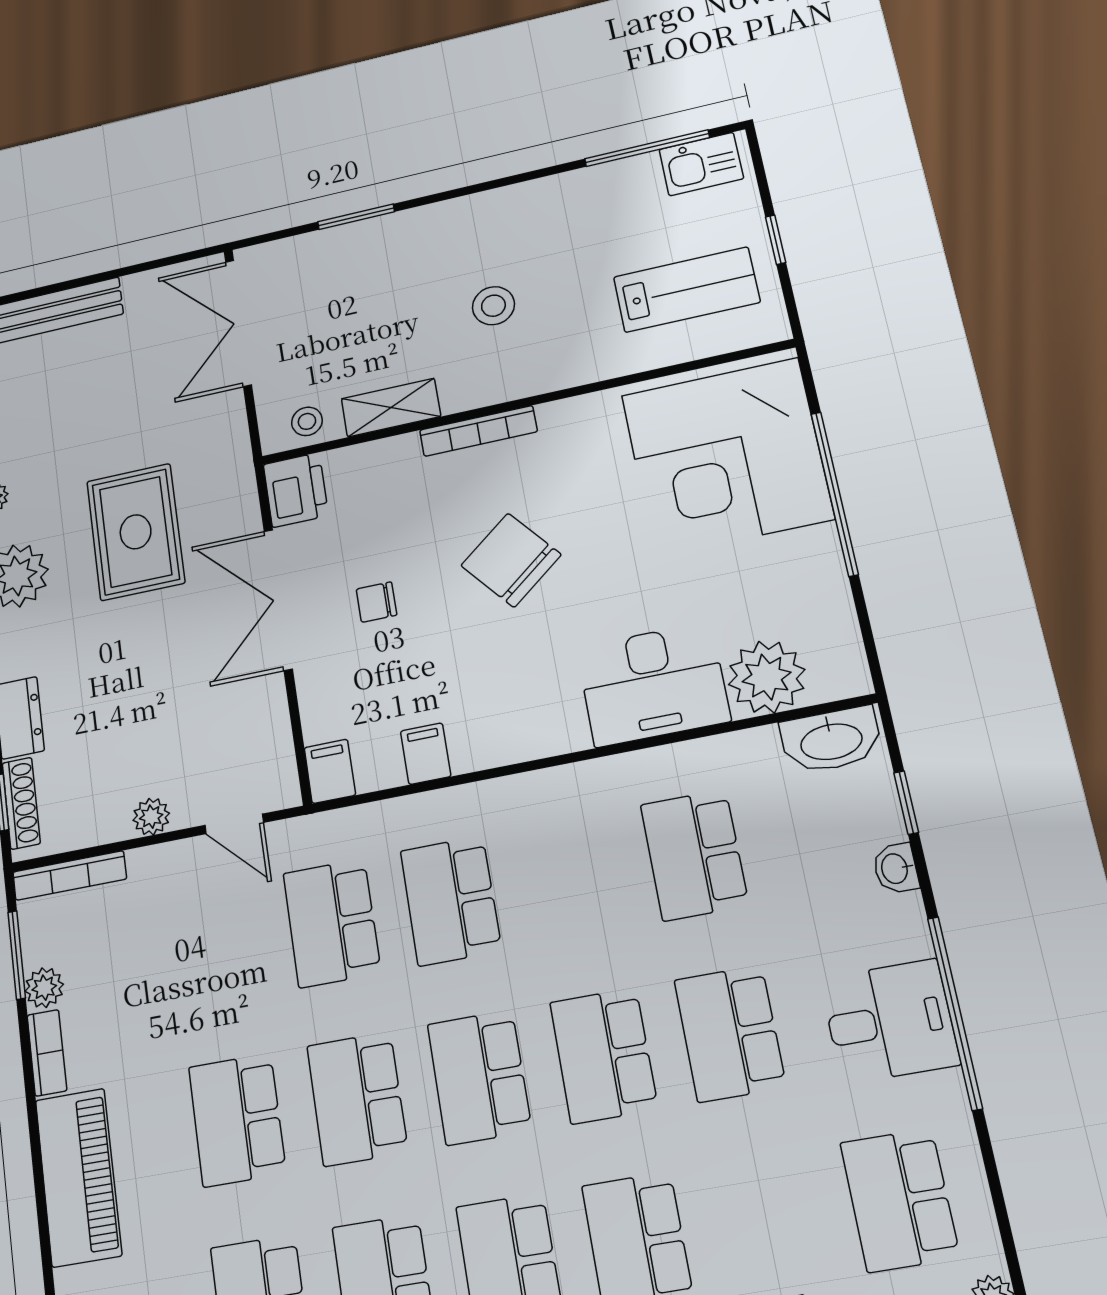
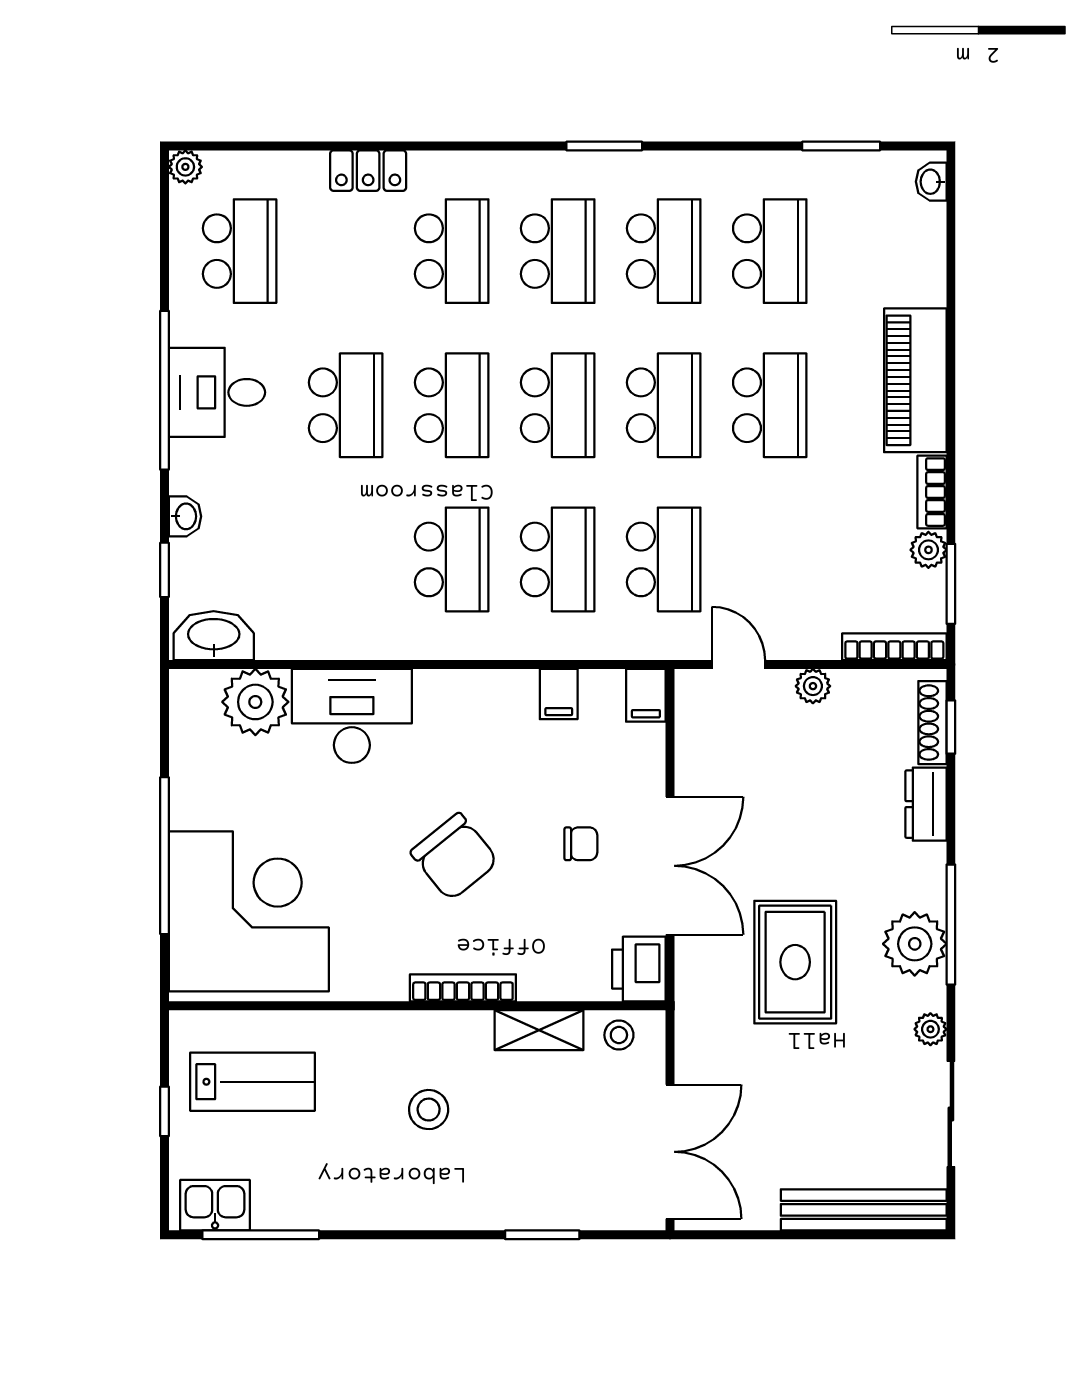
lab bench: (686, 290) -> (252, 1082), turned 180
school desk: (694, 855) -> (452, 559), moved

